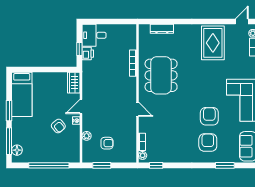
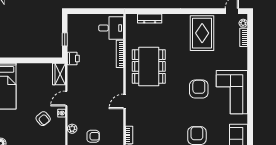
desk: (94, 35) -> (111, 28), moved, turned 180
printer: (88, 54) -> (73, 58), moved
door: (137, 109) -> (125, 101), swing flipped
armchair: (209, 116) -> (199, 89), moved

